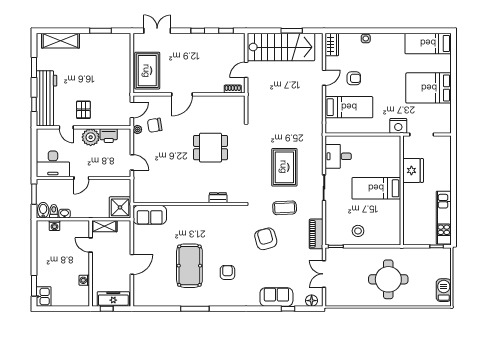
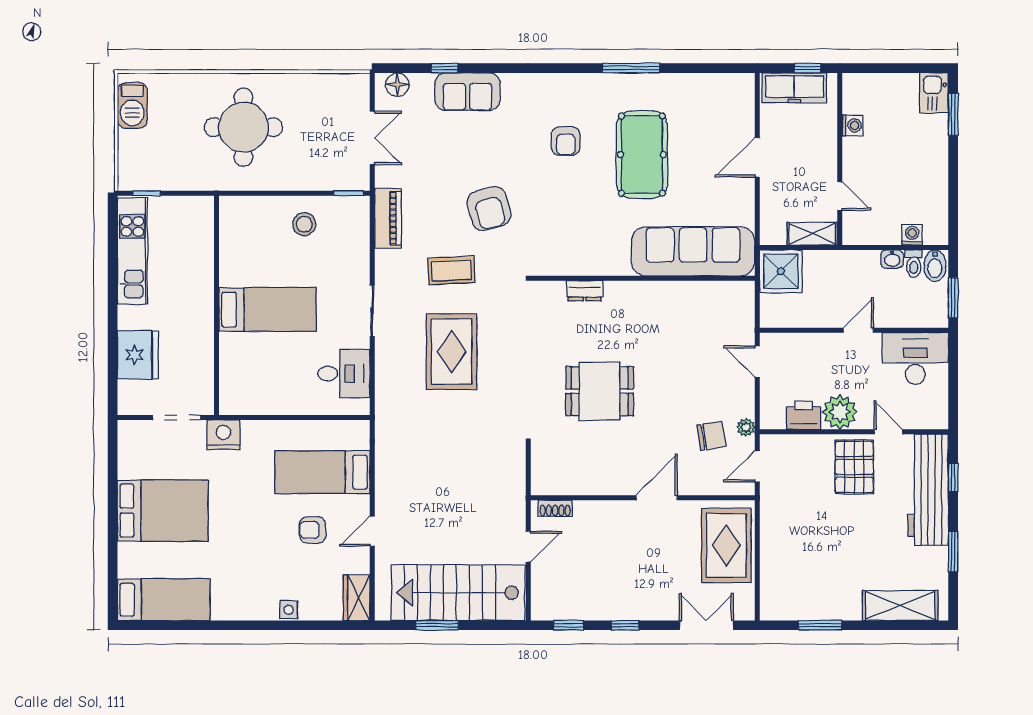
double door: (157, 31) -> (706, 625), swing flipped
pallet: (83, 110) -> (854, 467), width x1.50, depth x1.42
fridge: (413, 170) -> (138, 355), moved, turned 180
sofa: (150, 215) -> (693, 251), width x1.85, depth x1.27

